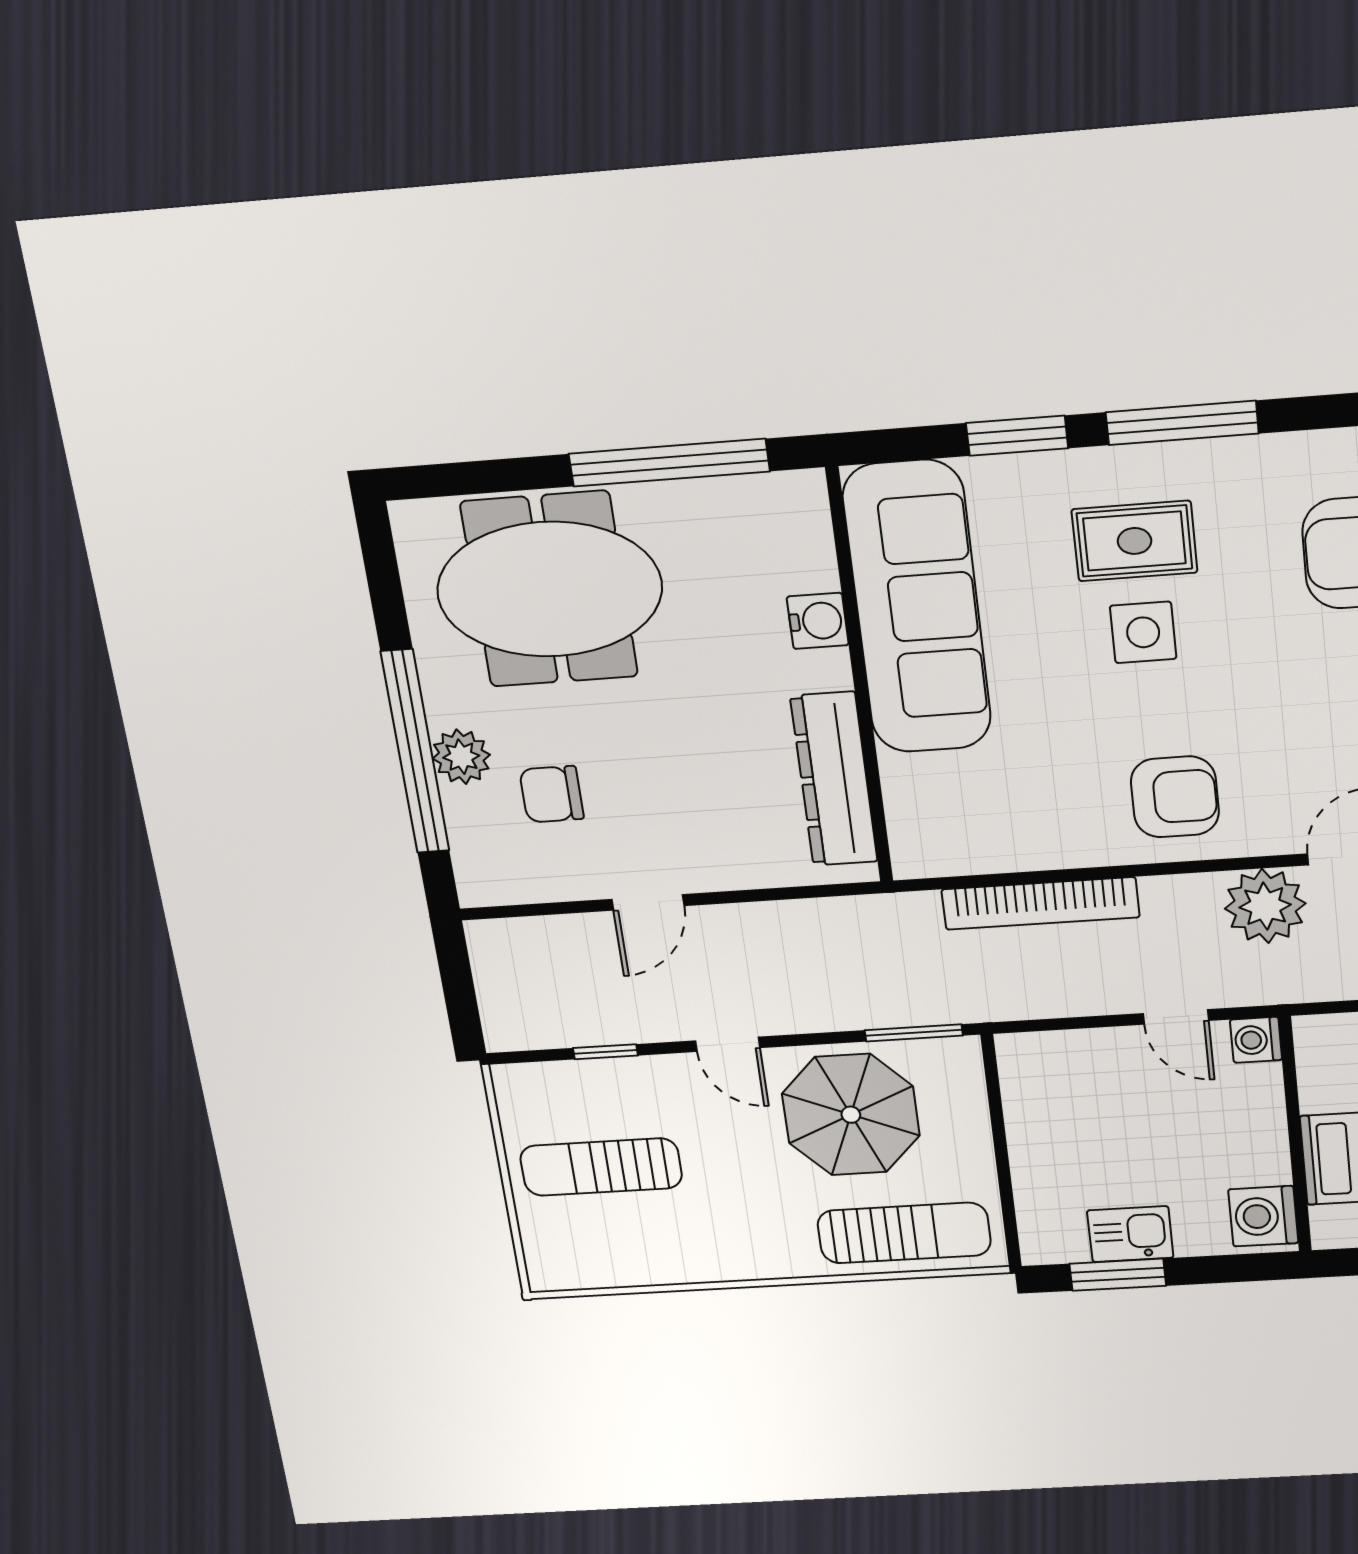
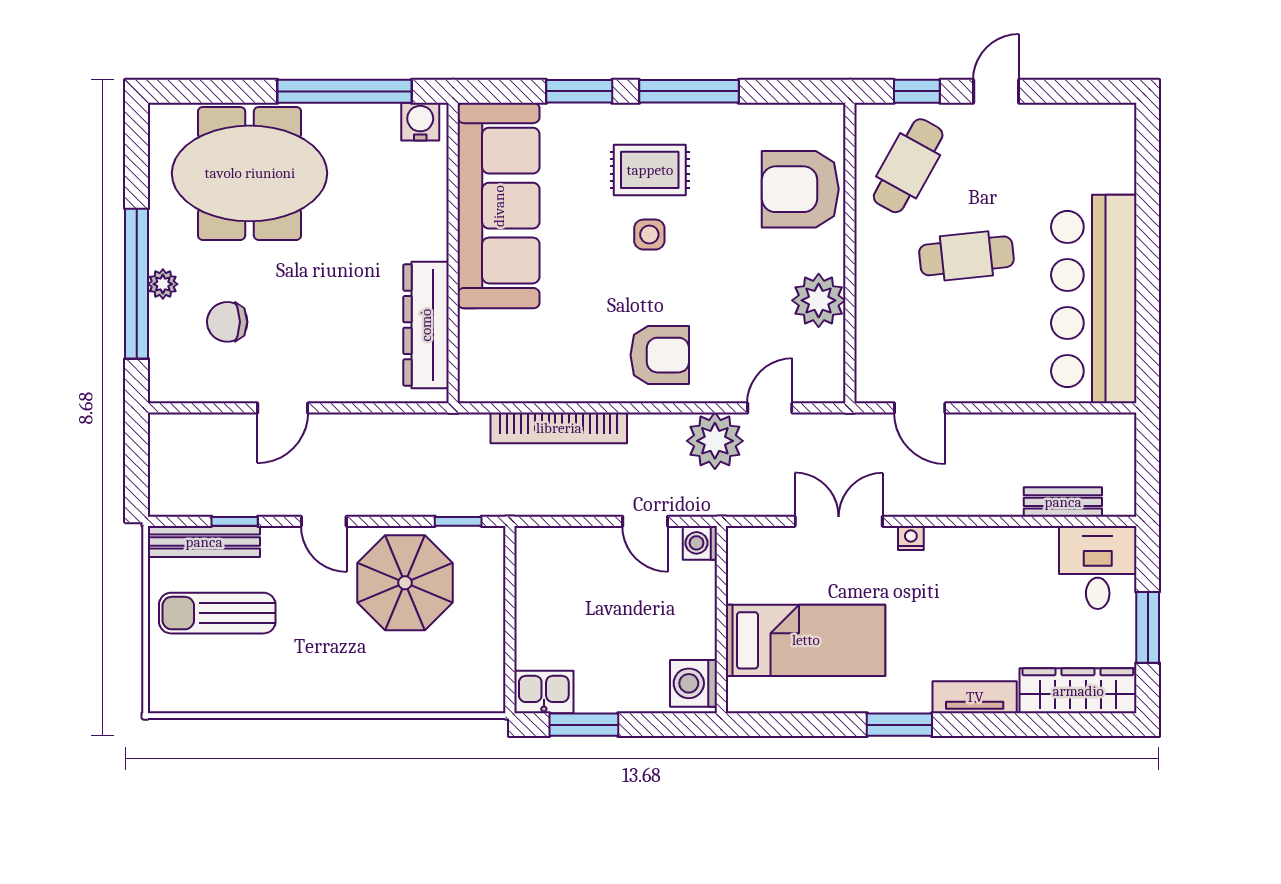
water cooler: (818, 621) -> (420, 122), moved, turned -90
side table: (1143, 632) -> (649, 235), width x0.73, depth x0.73
plant: (461, 757) -> (163, 284), width x0.73, depth x0.73
window: (914, 1033) -> (458, 521), width x0.67
bench: (568, 1080) -> (204, 542), added
sun lounger: (904, 1233) -> (432, 681), removed
kitchen sink: (1130, 1234) -> (544, 692), moved

